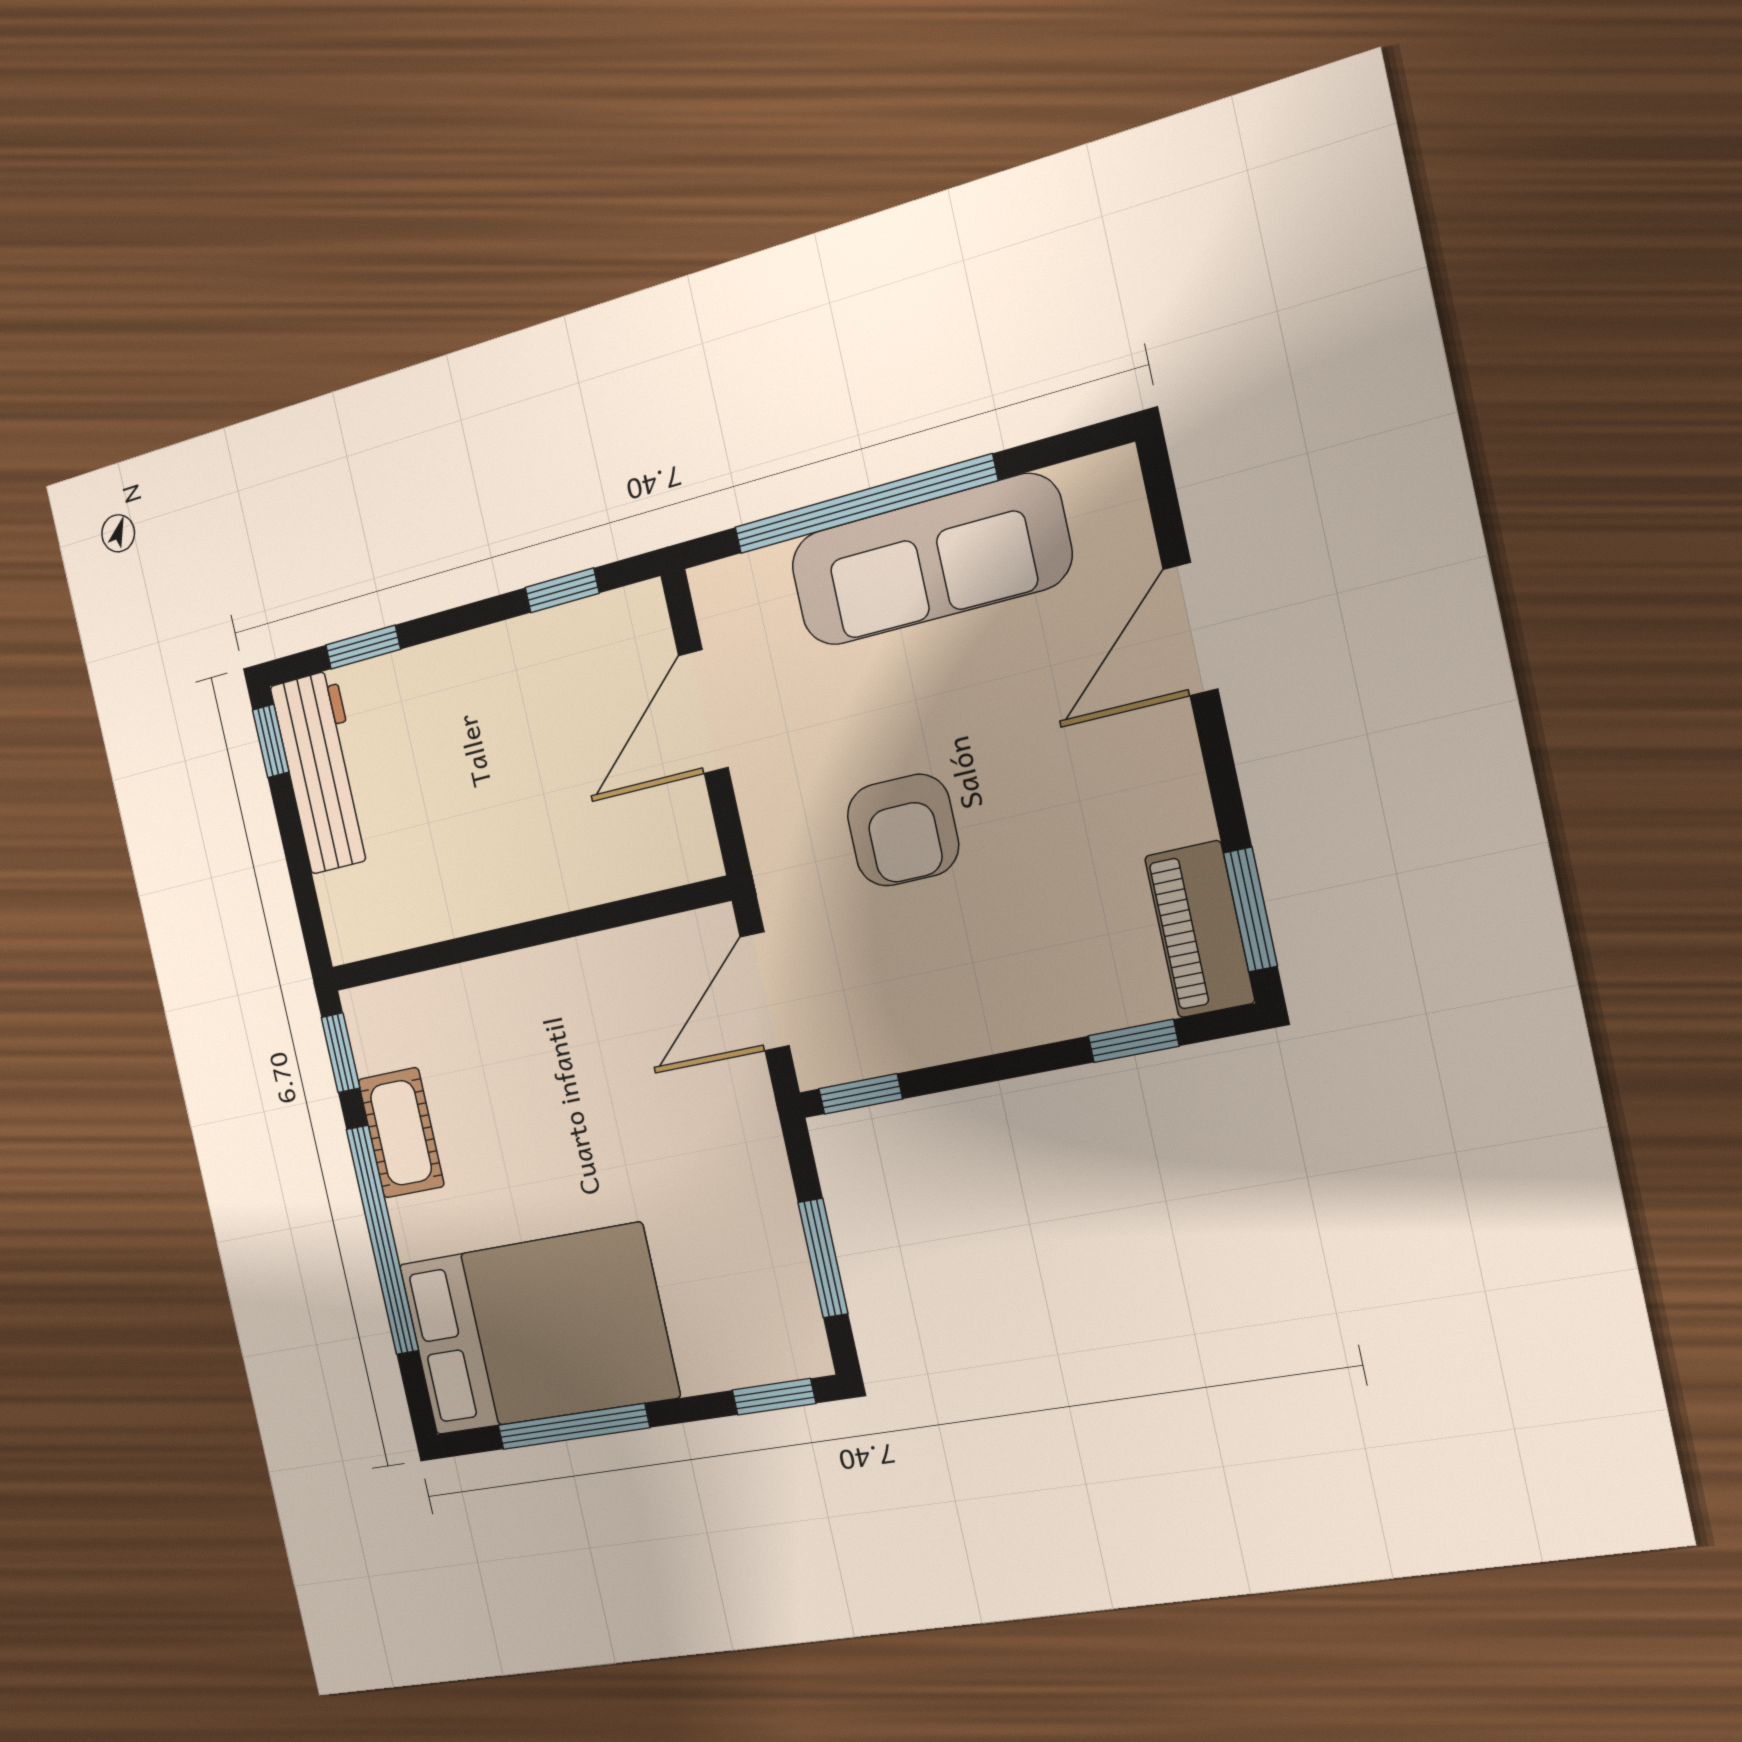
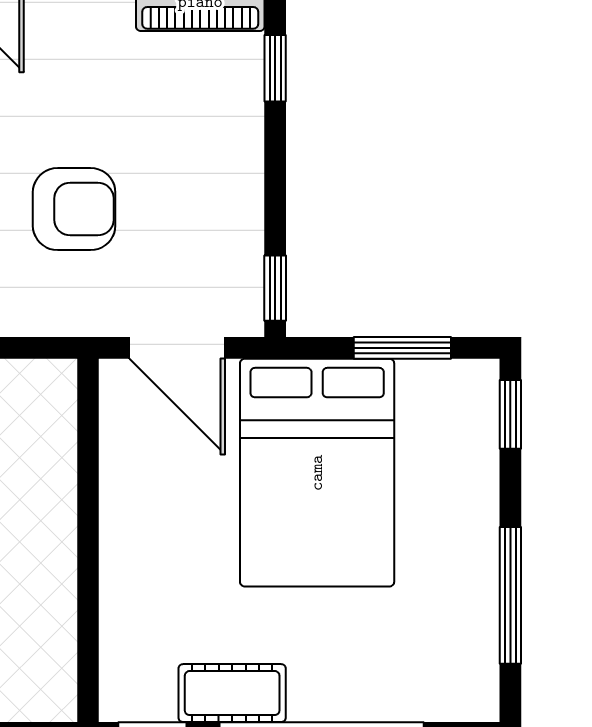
bed: (538, 1330) -> (317, 473), moved, turned 180

